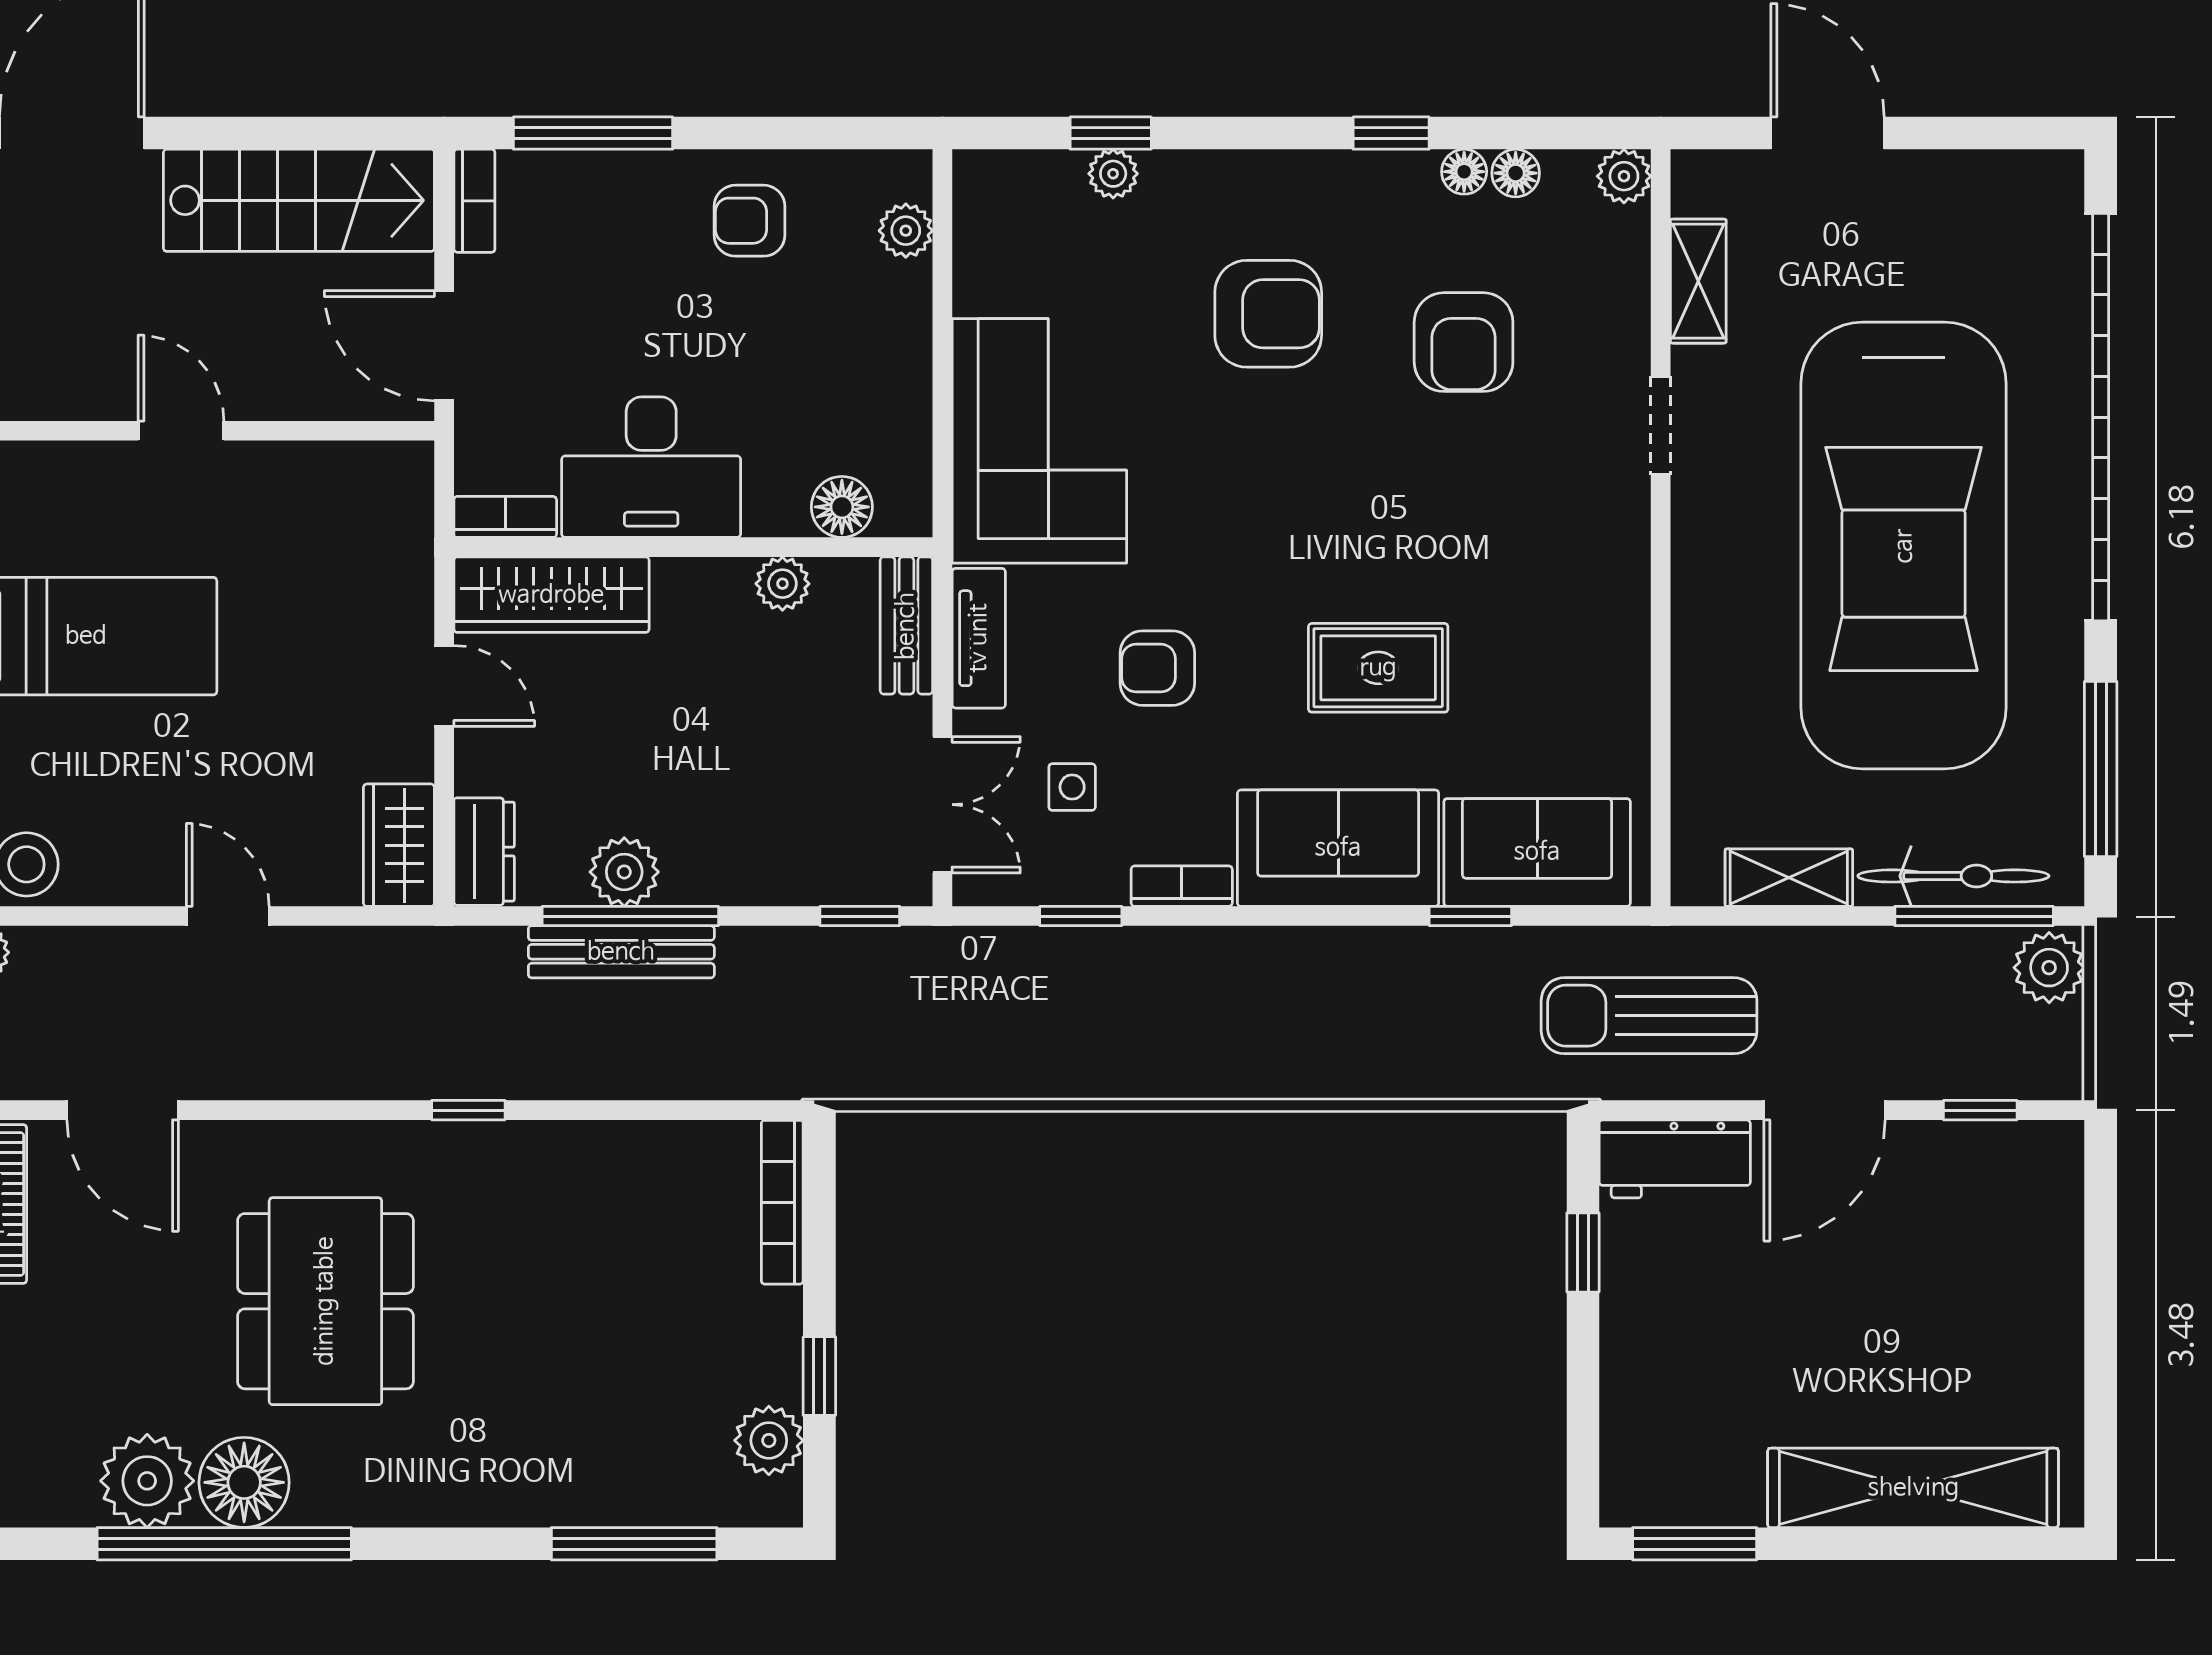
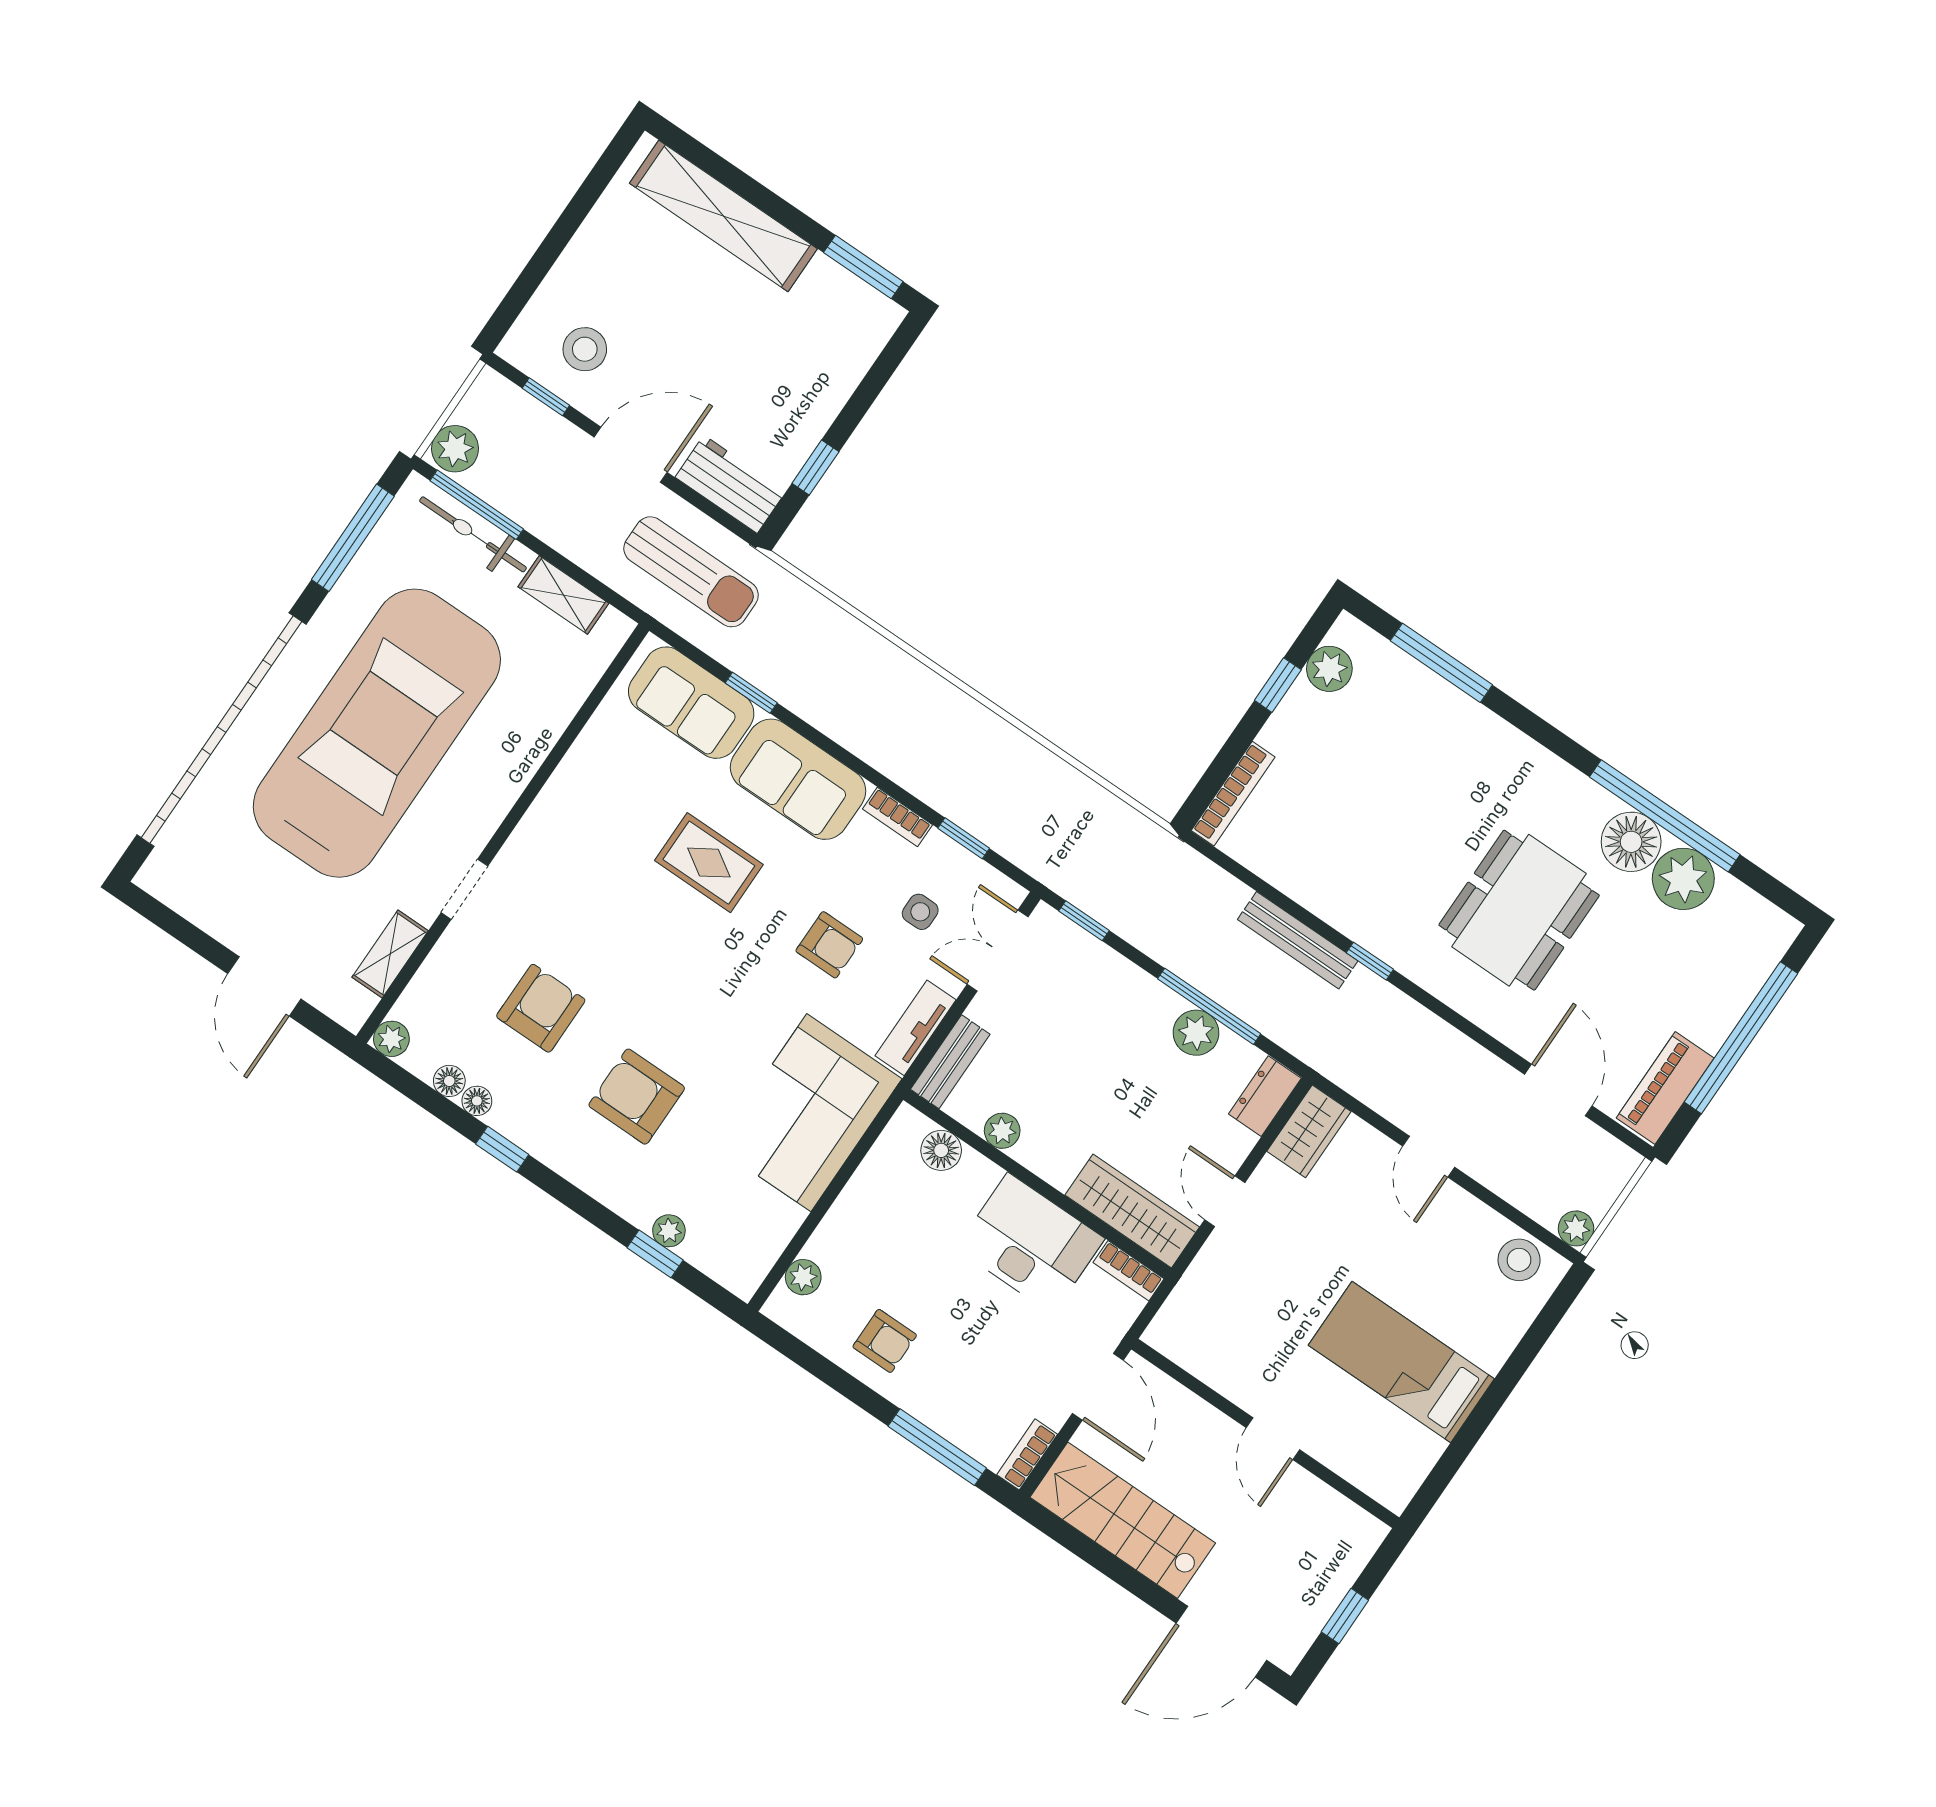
bench: (621, 952) -> (1298, 940), moved
stool: (1972, 1203) -> (585, 349), added

